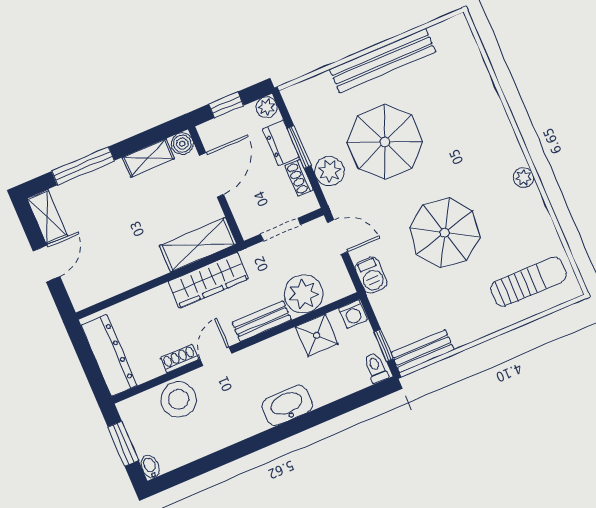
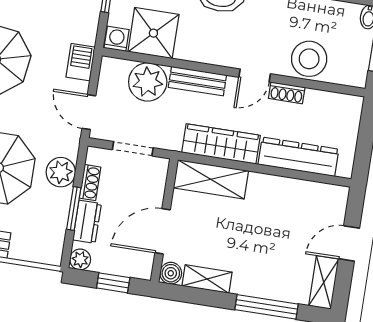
shower: (317, 335) -> (153, 33), width x1.36, depth x1.36
dresser: (109, 355) -> (298, 157), moved, turned 90

